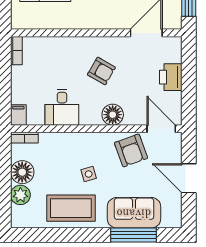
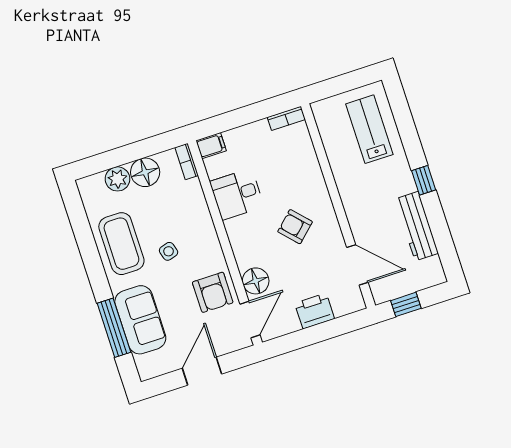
armchair: (101, 71) -> (295, 227), turned 107
floor lamp: (113, 115) -> (256, 281), moved
armchair: (131, 150) -> (213, 292), turned -70

